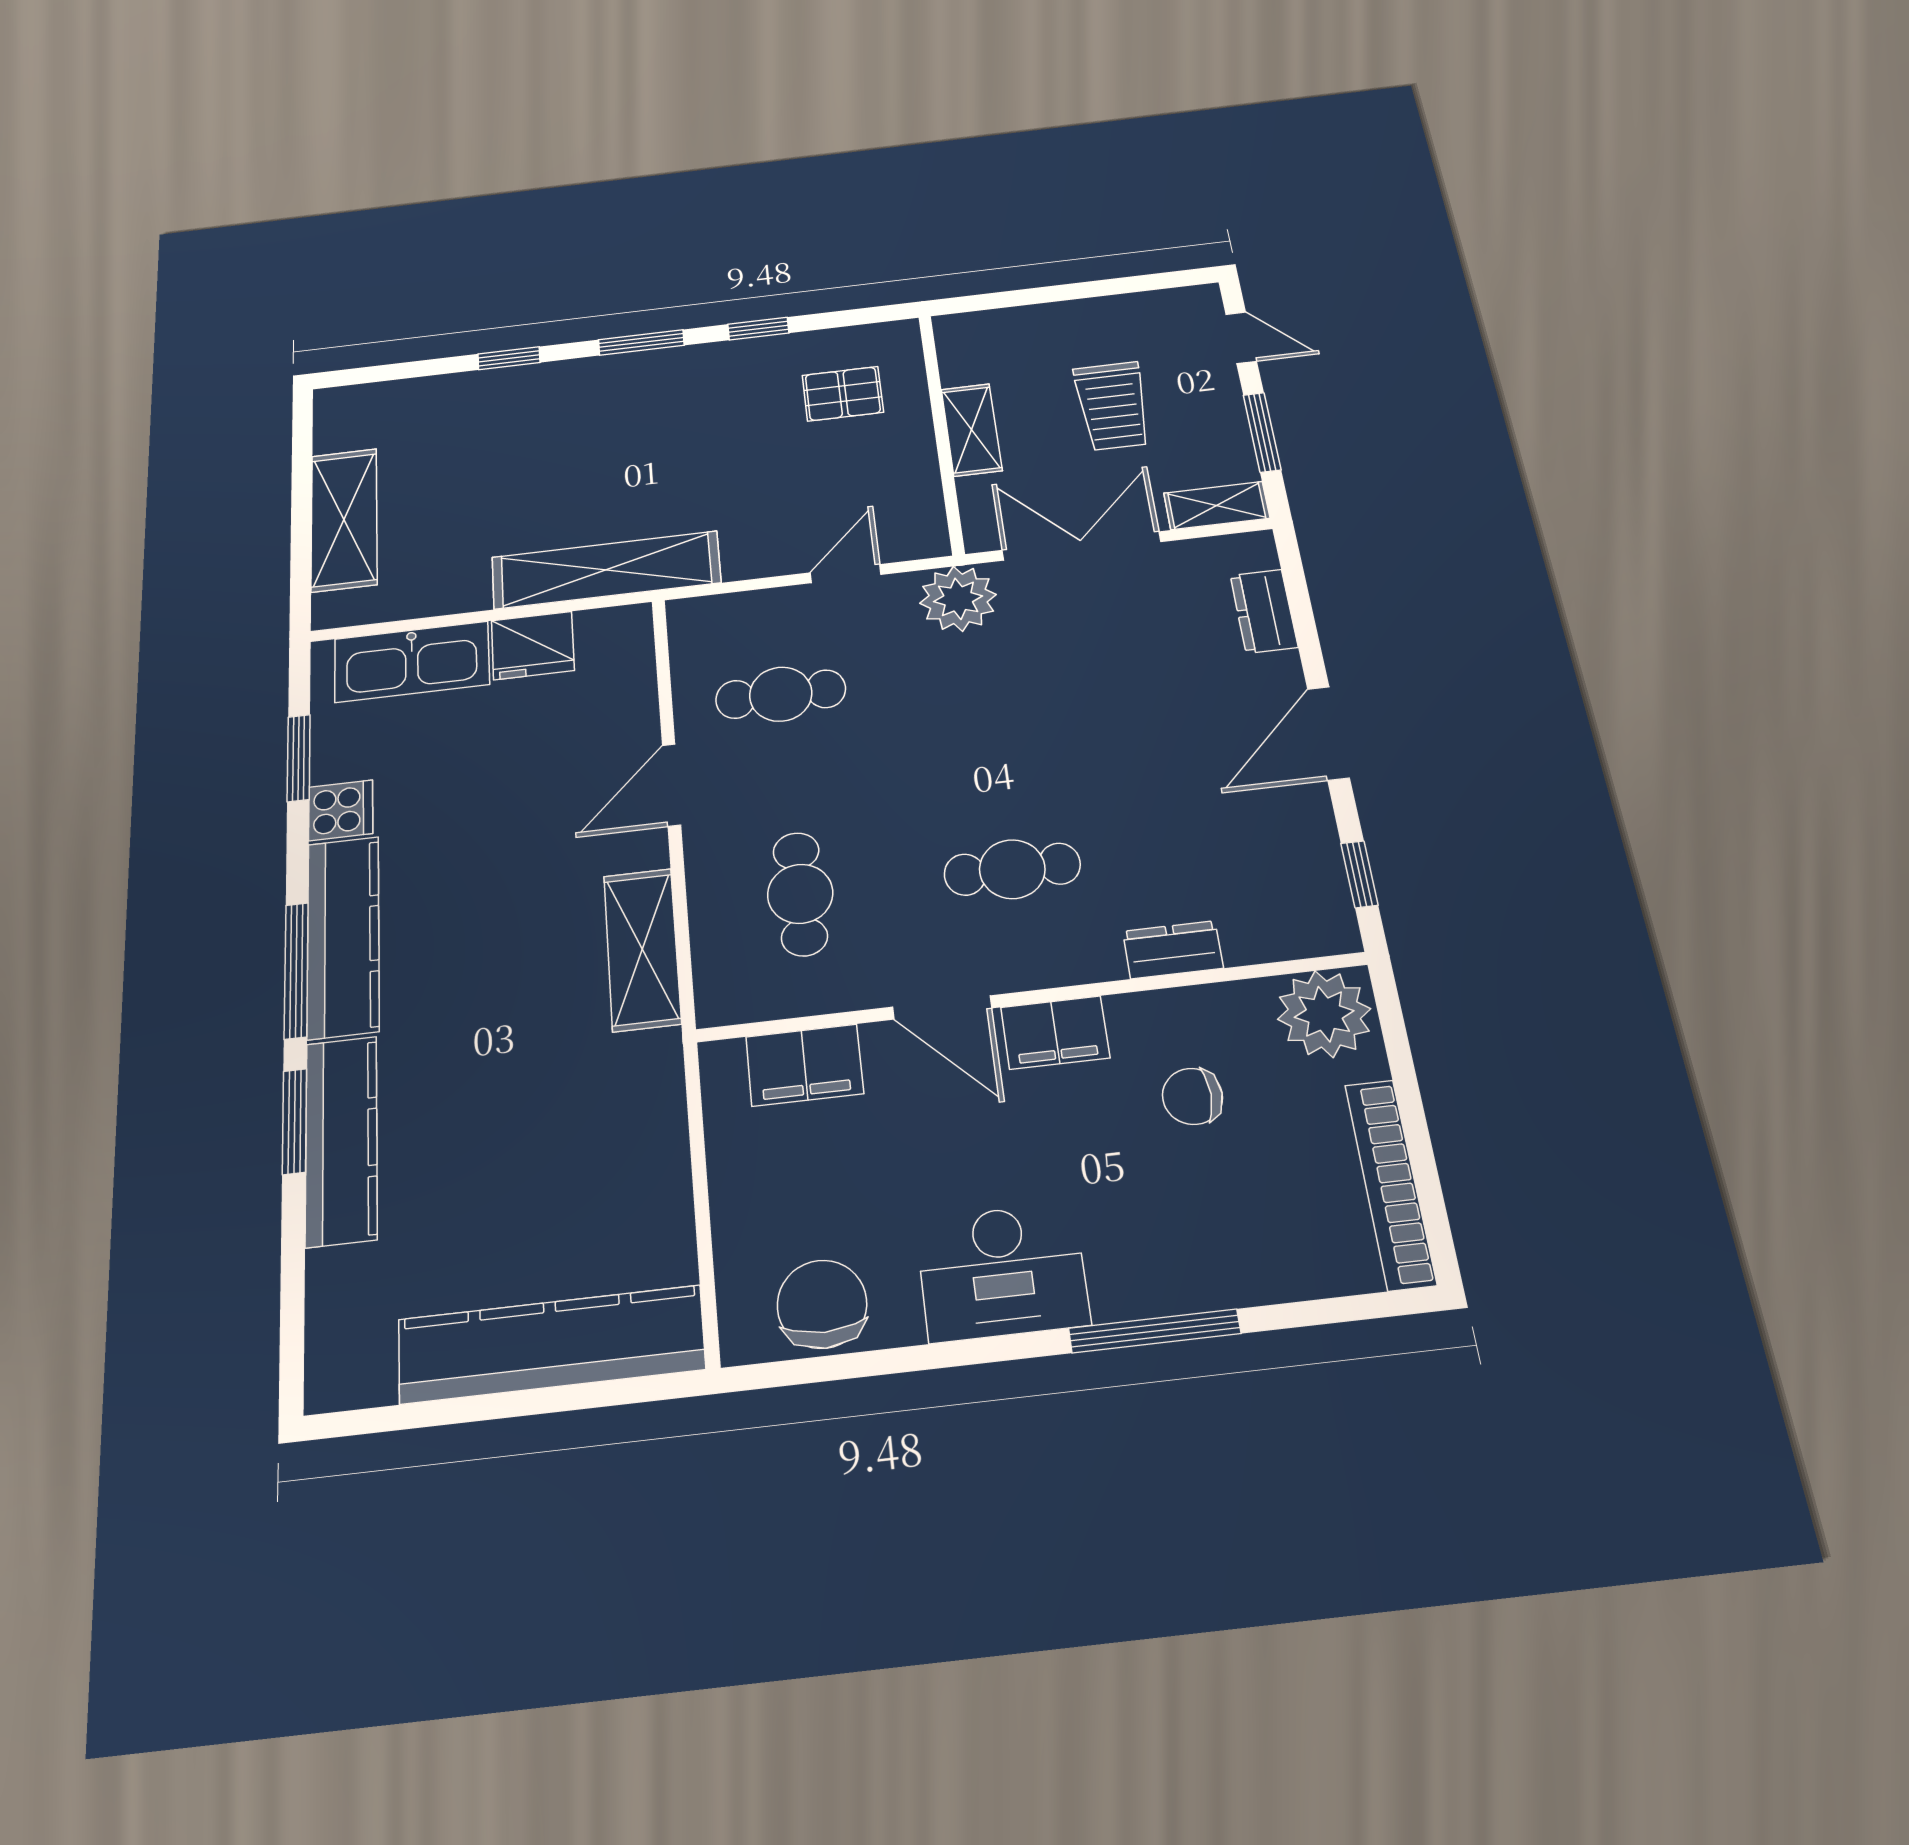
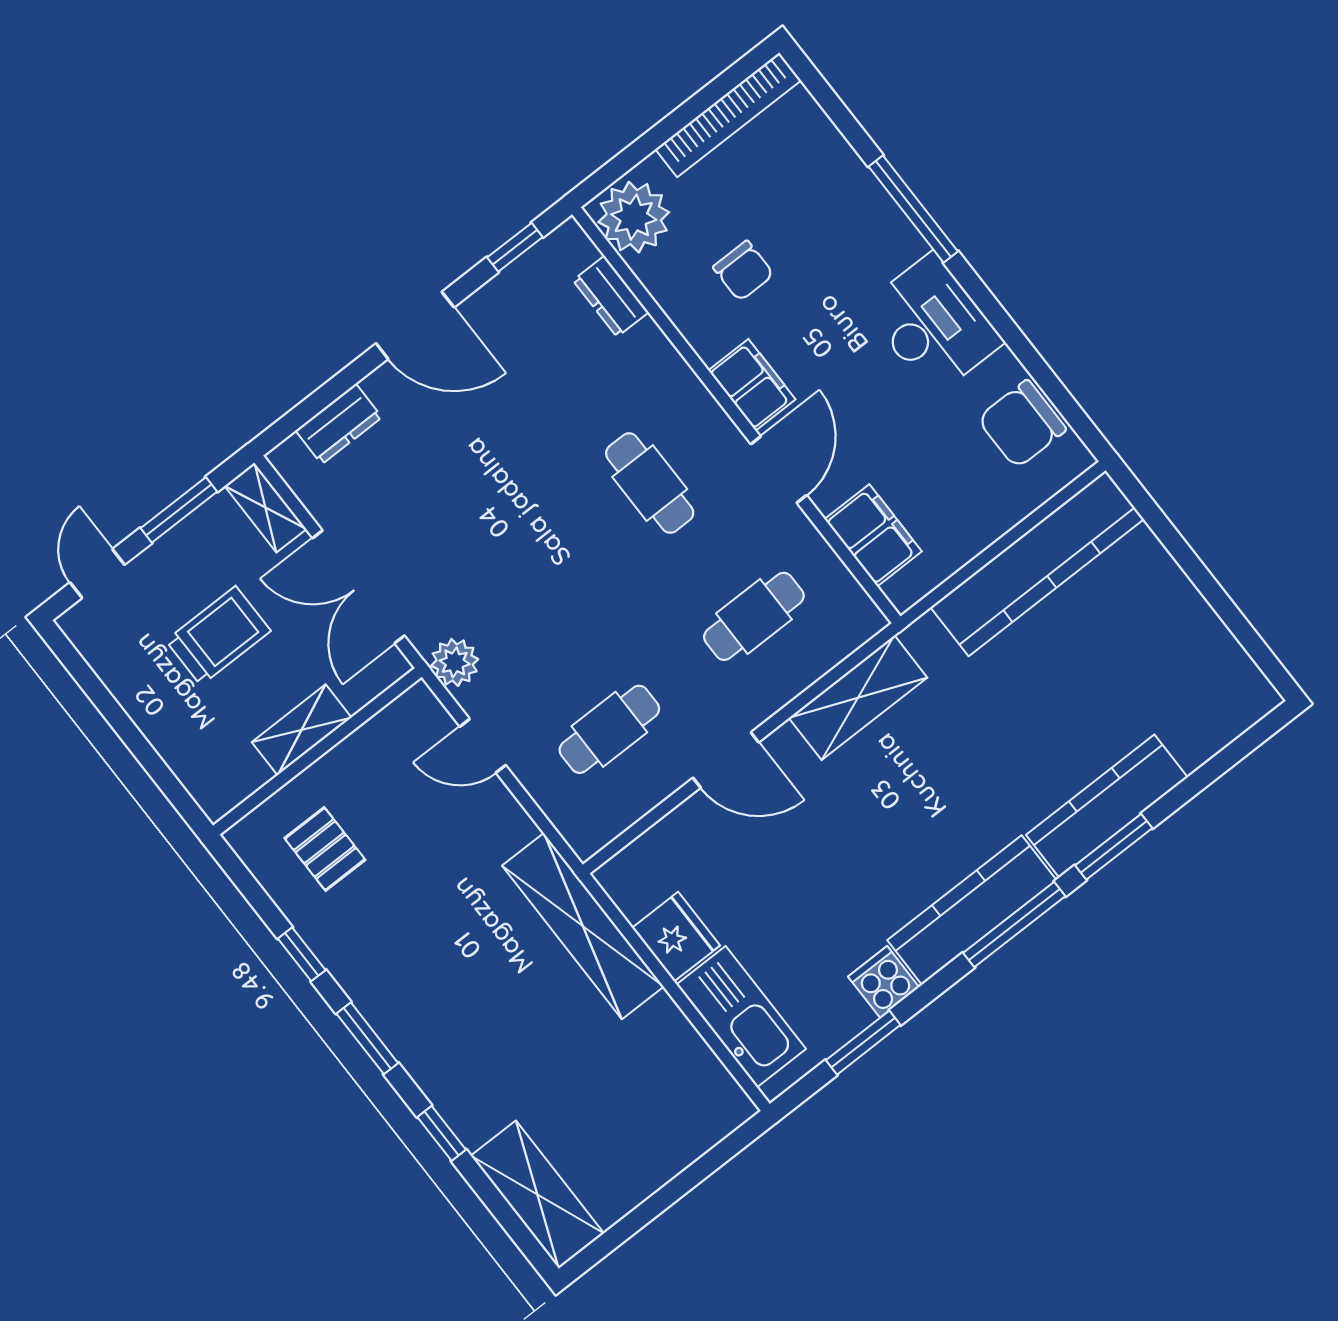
shelving: (344, 520) -> (537, 1195), moved, turned 90
plant: (958, 599) -> (455, 662), width x0.73, depth x0.73
cafe table: (781, 694) -> (609, 729), turned 90
dresser: (1173, 950) -> (611, 296), moved
kitchen counter: (551, 1344) -> (1037, 563), moved, turned -90

